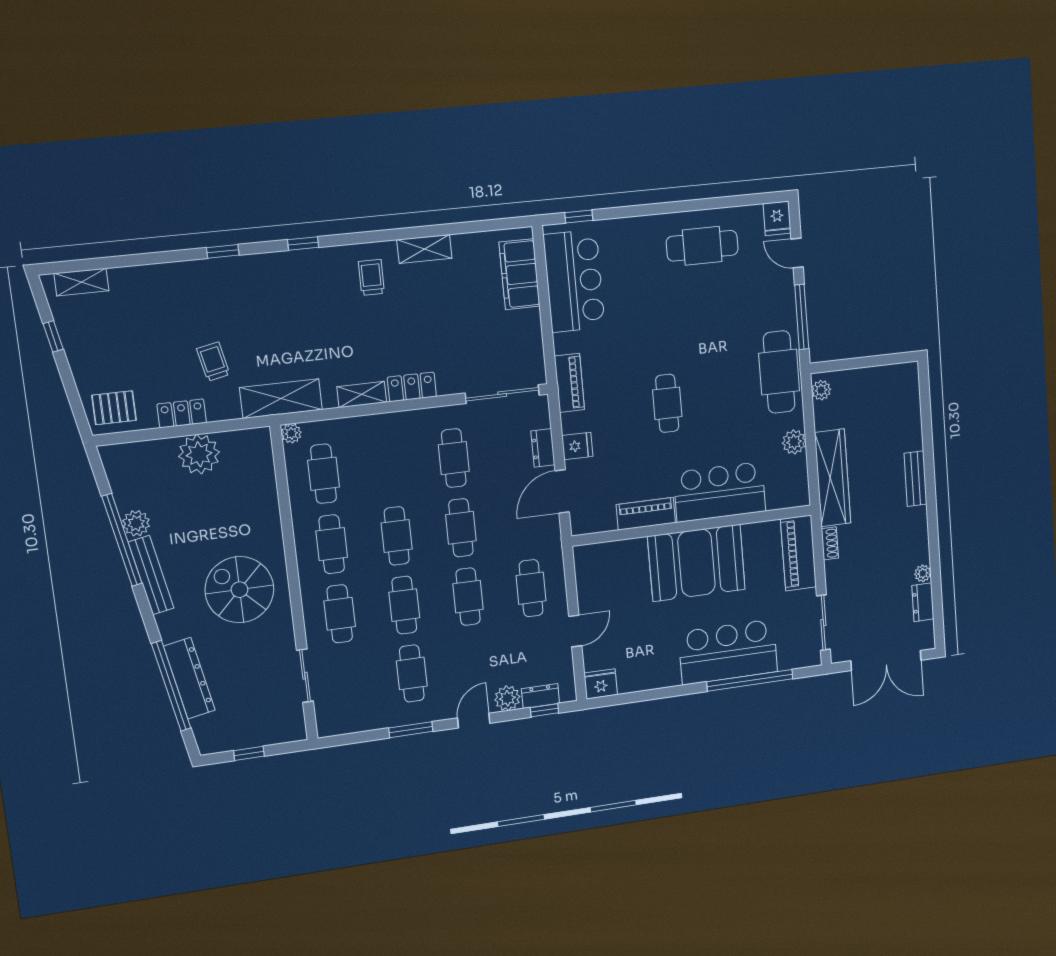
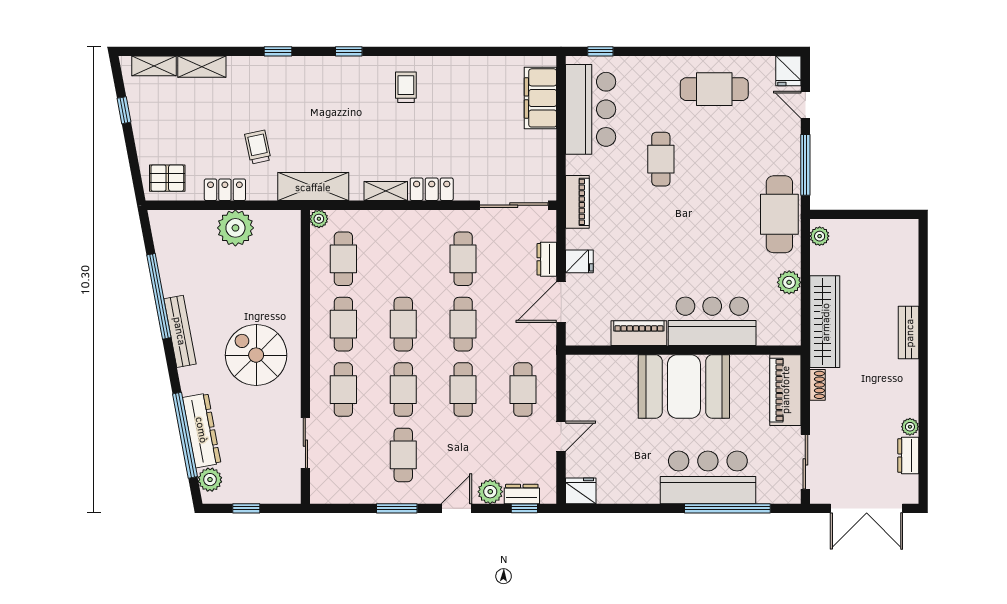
shelving: (424, 249) -> (202, 67), moved
cafe table: (667, 403) -> (661, 159), moved
plant: (136, 523) -> (210, 480), moved

